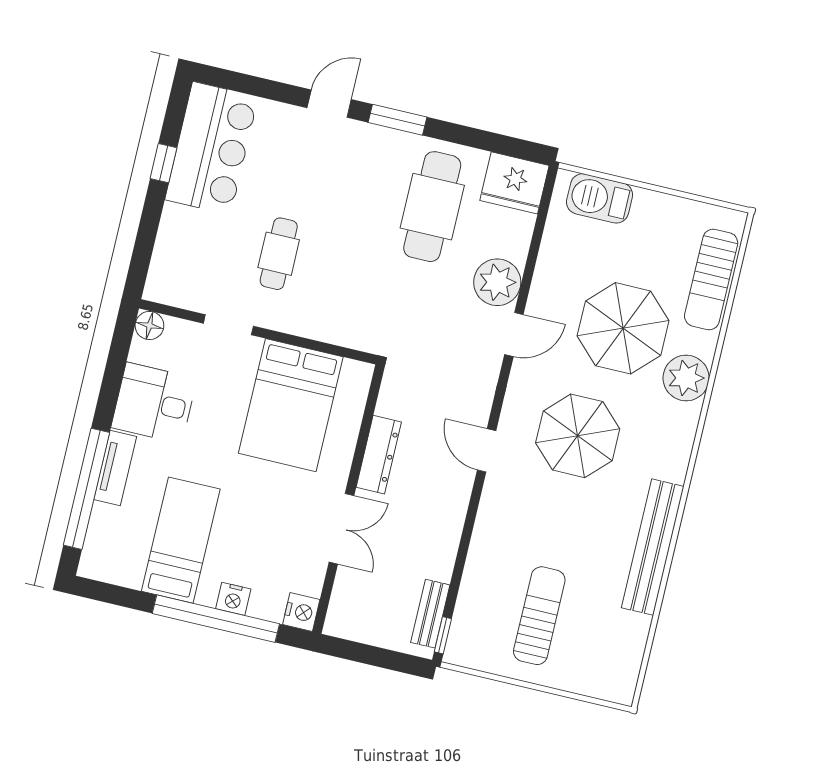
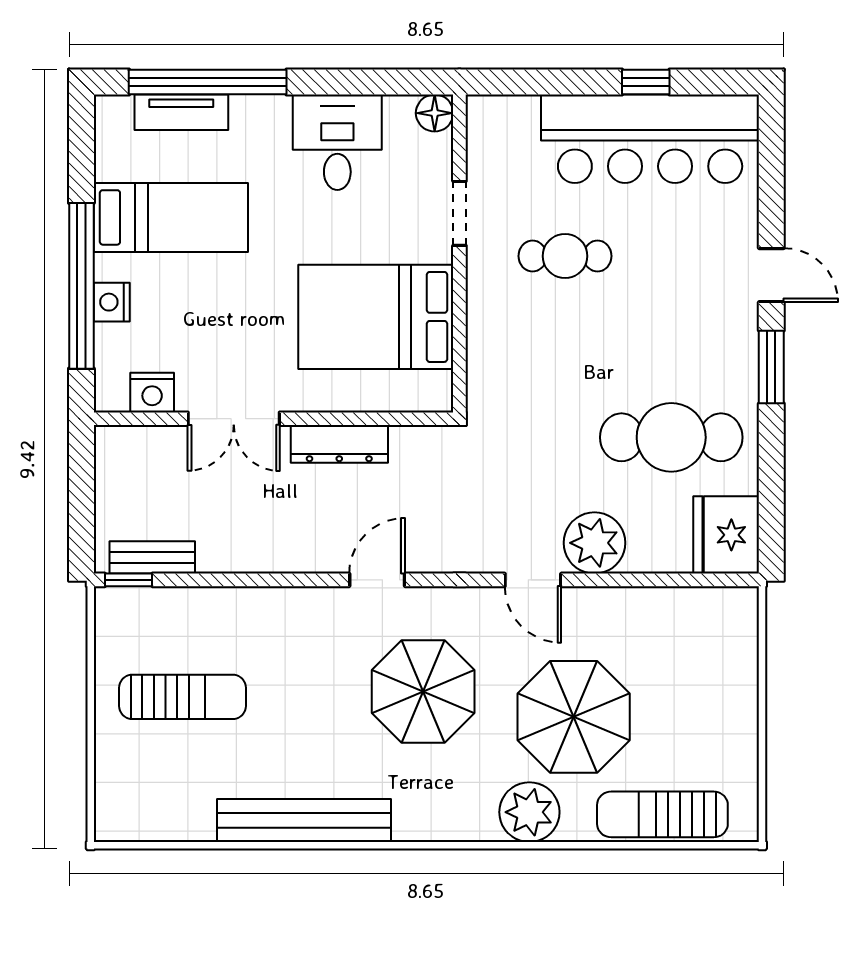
bar counter: (212, 148) -> (650, 139), width x1.36
barbecue: (600, 198) -> (732, 648), removed
tv unit: (115, 468) -> (181, 112), moved
nightstand: (301, 612) -> (152, 393), moved

